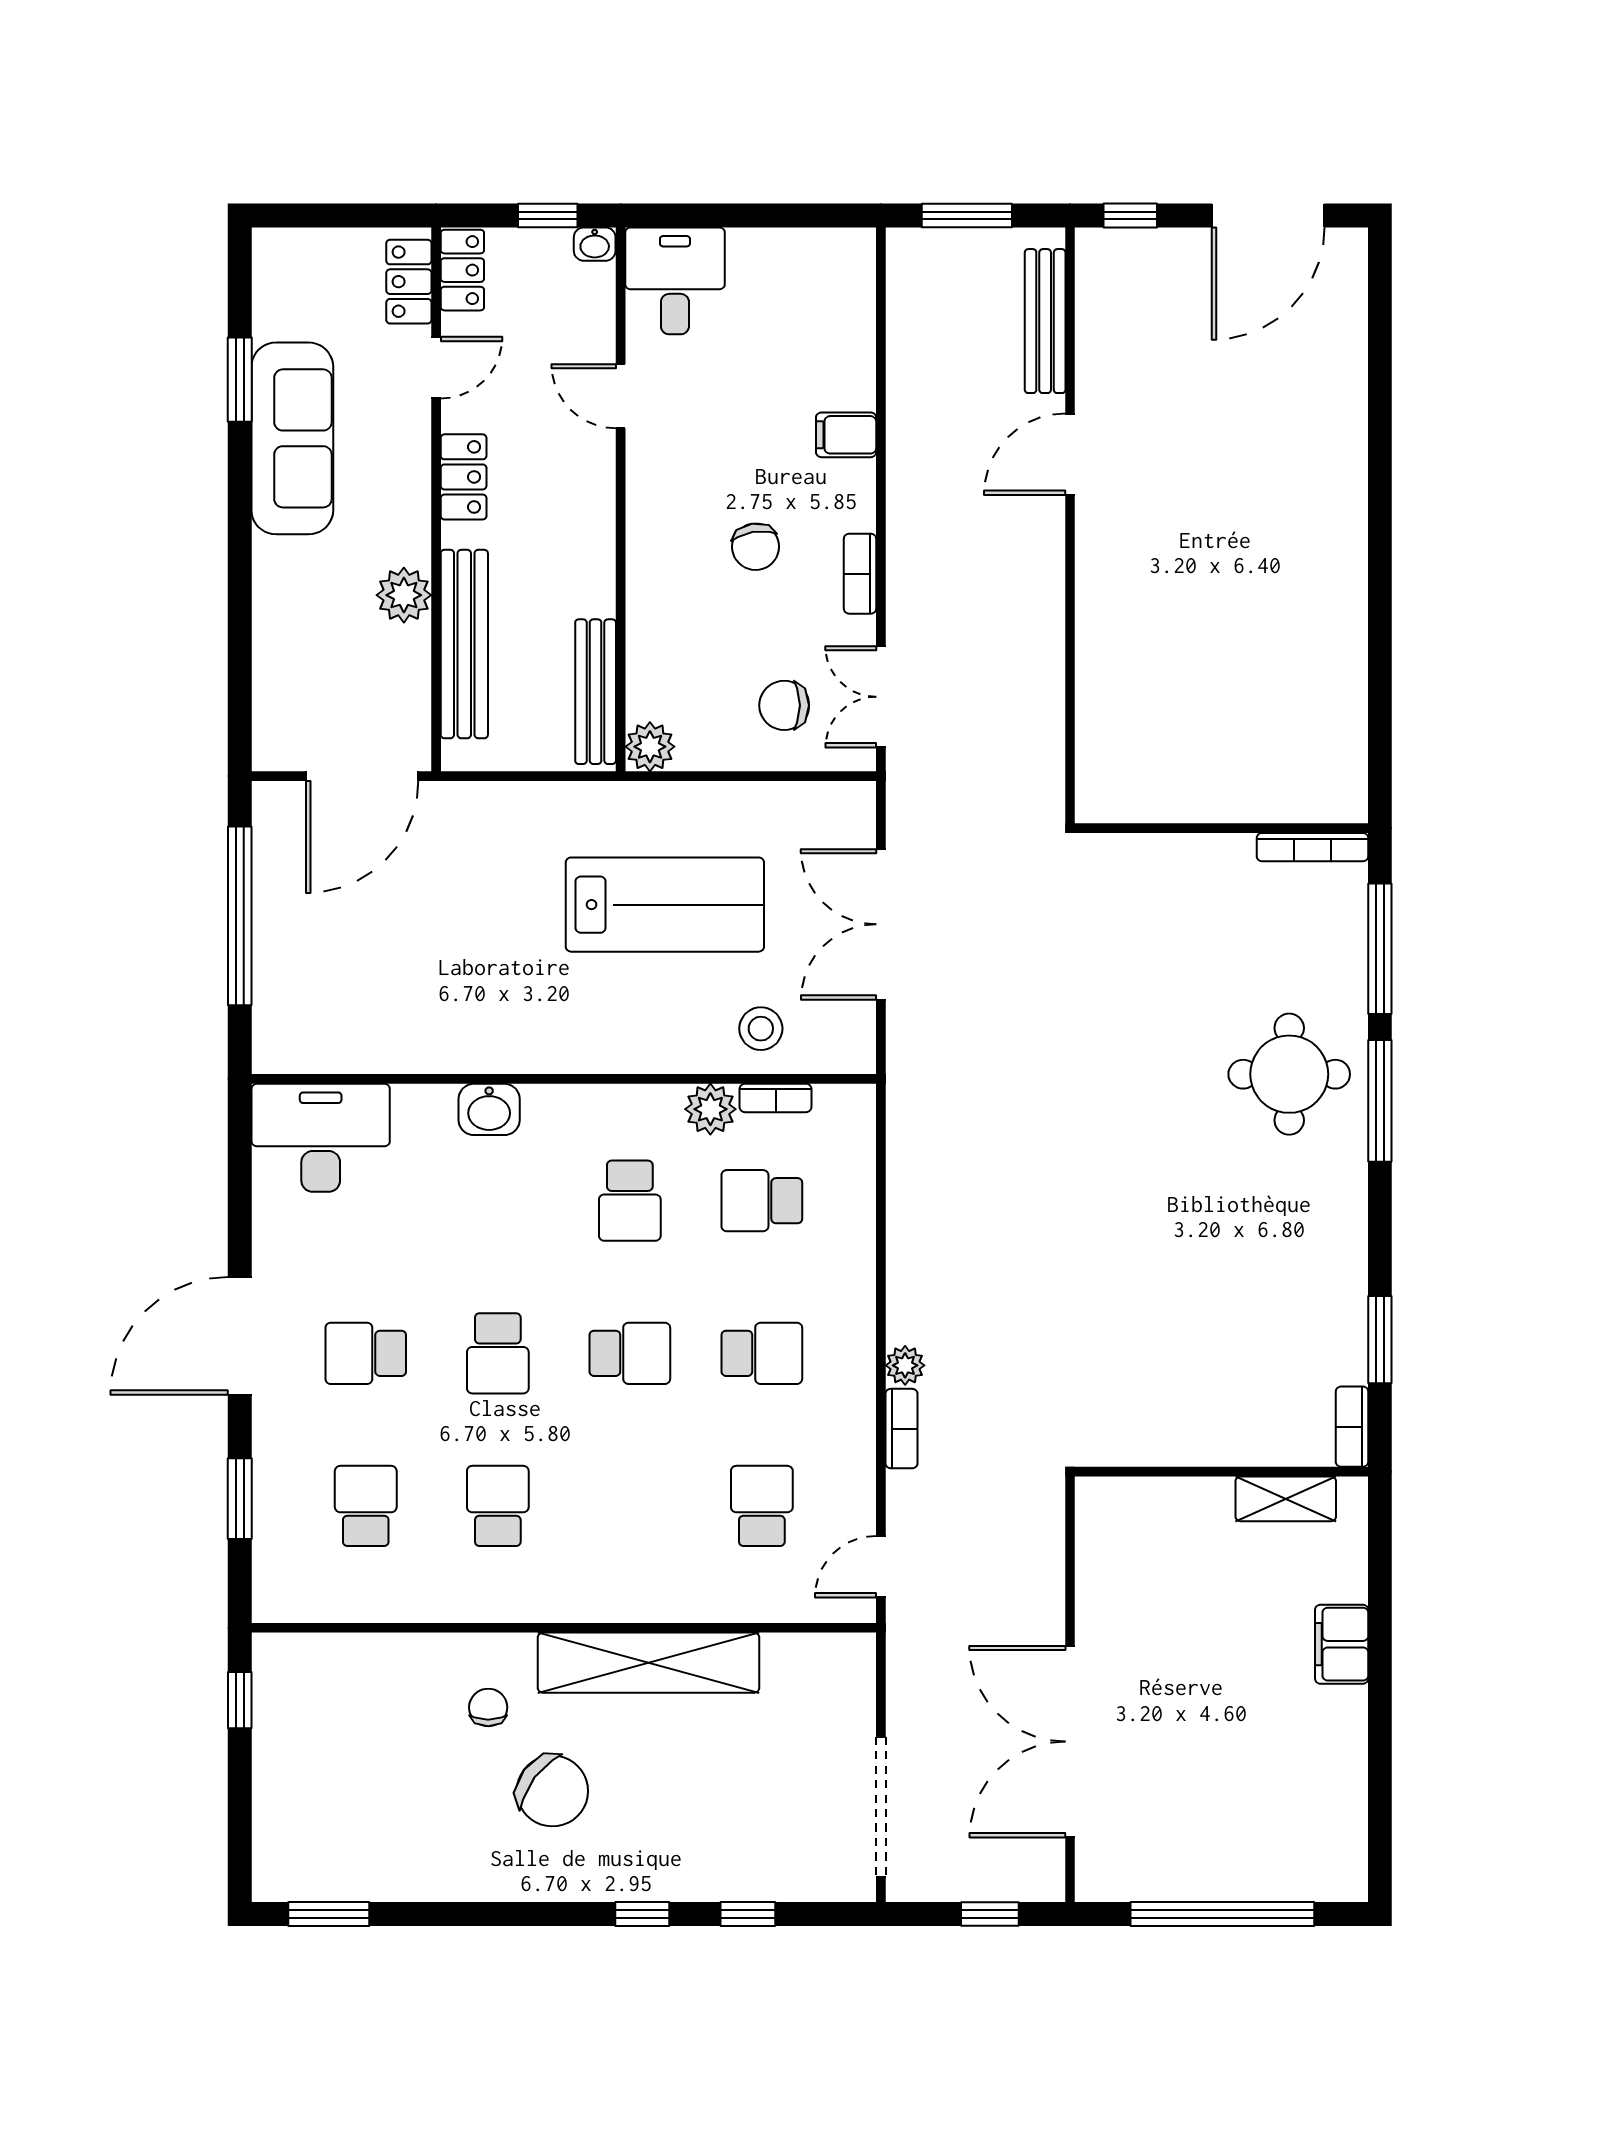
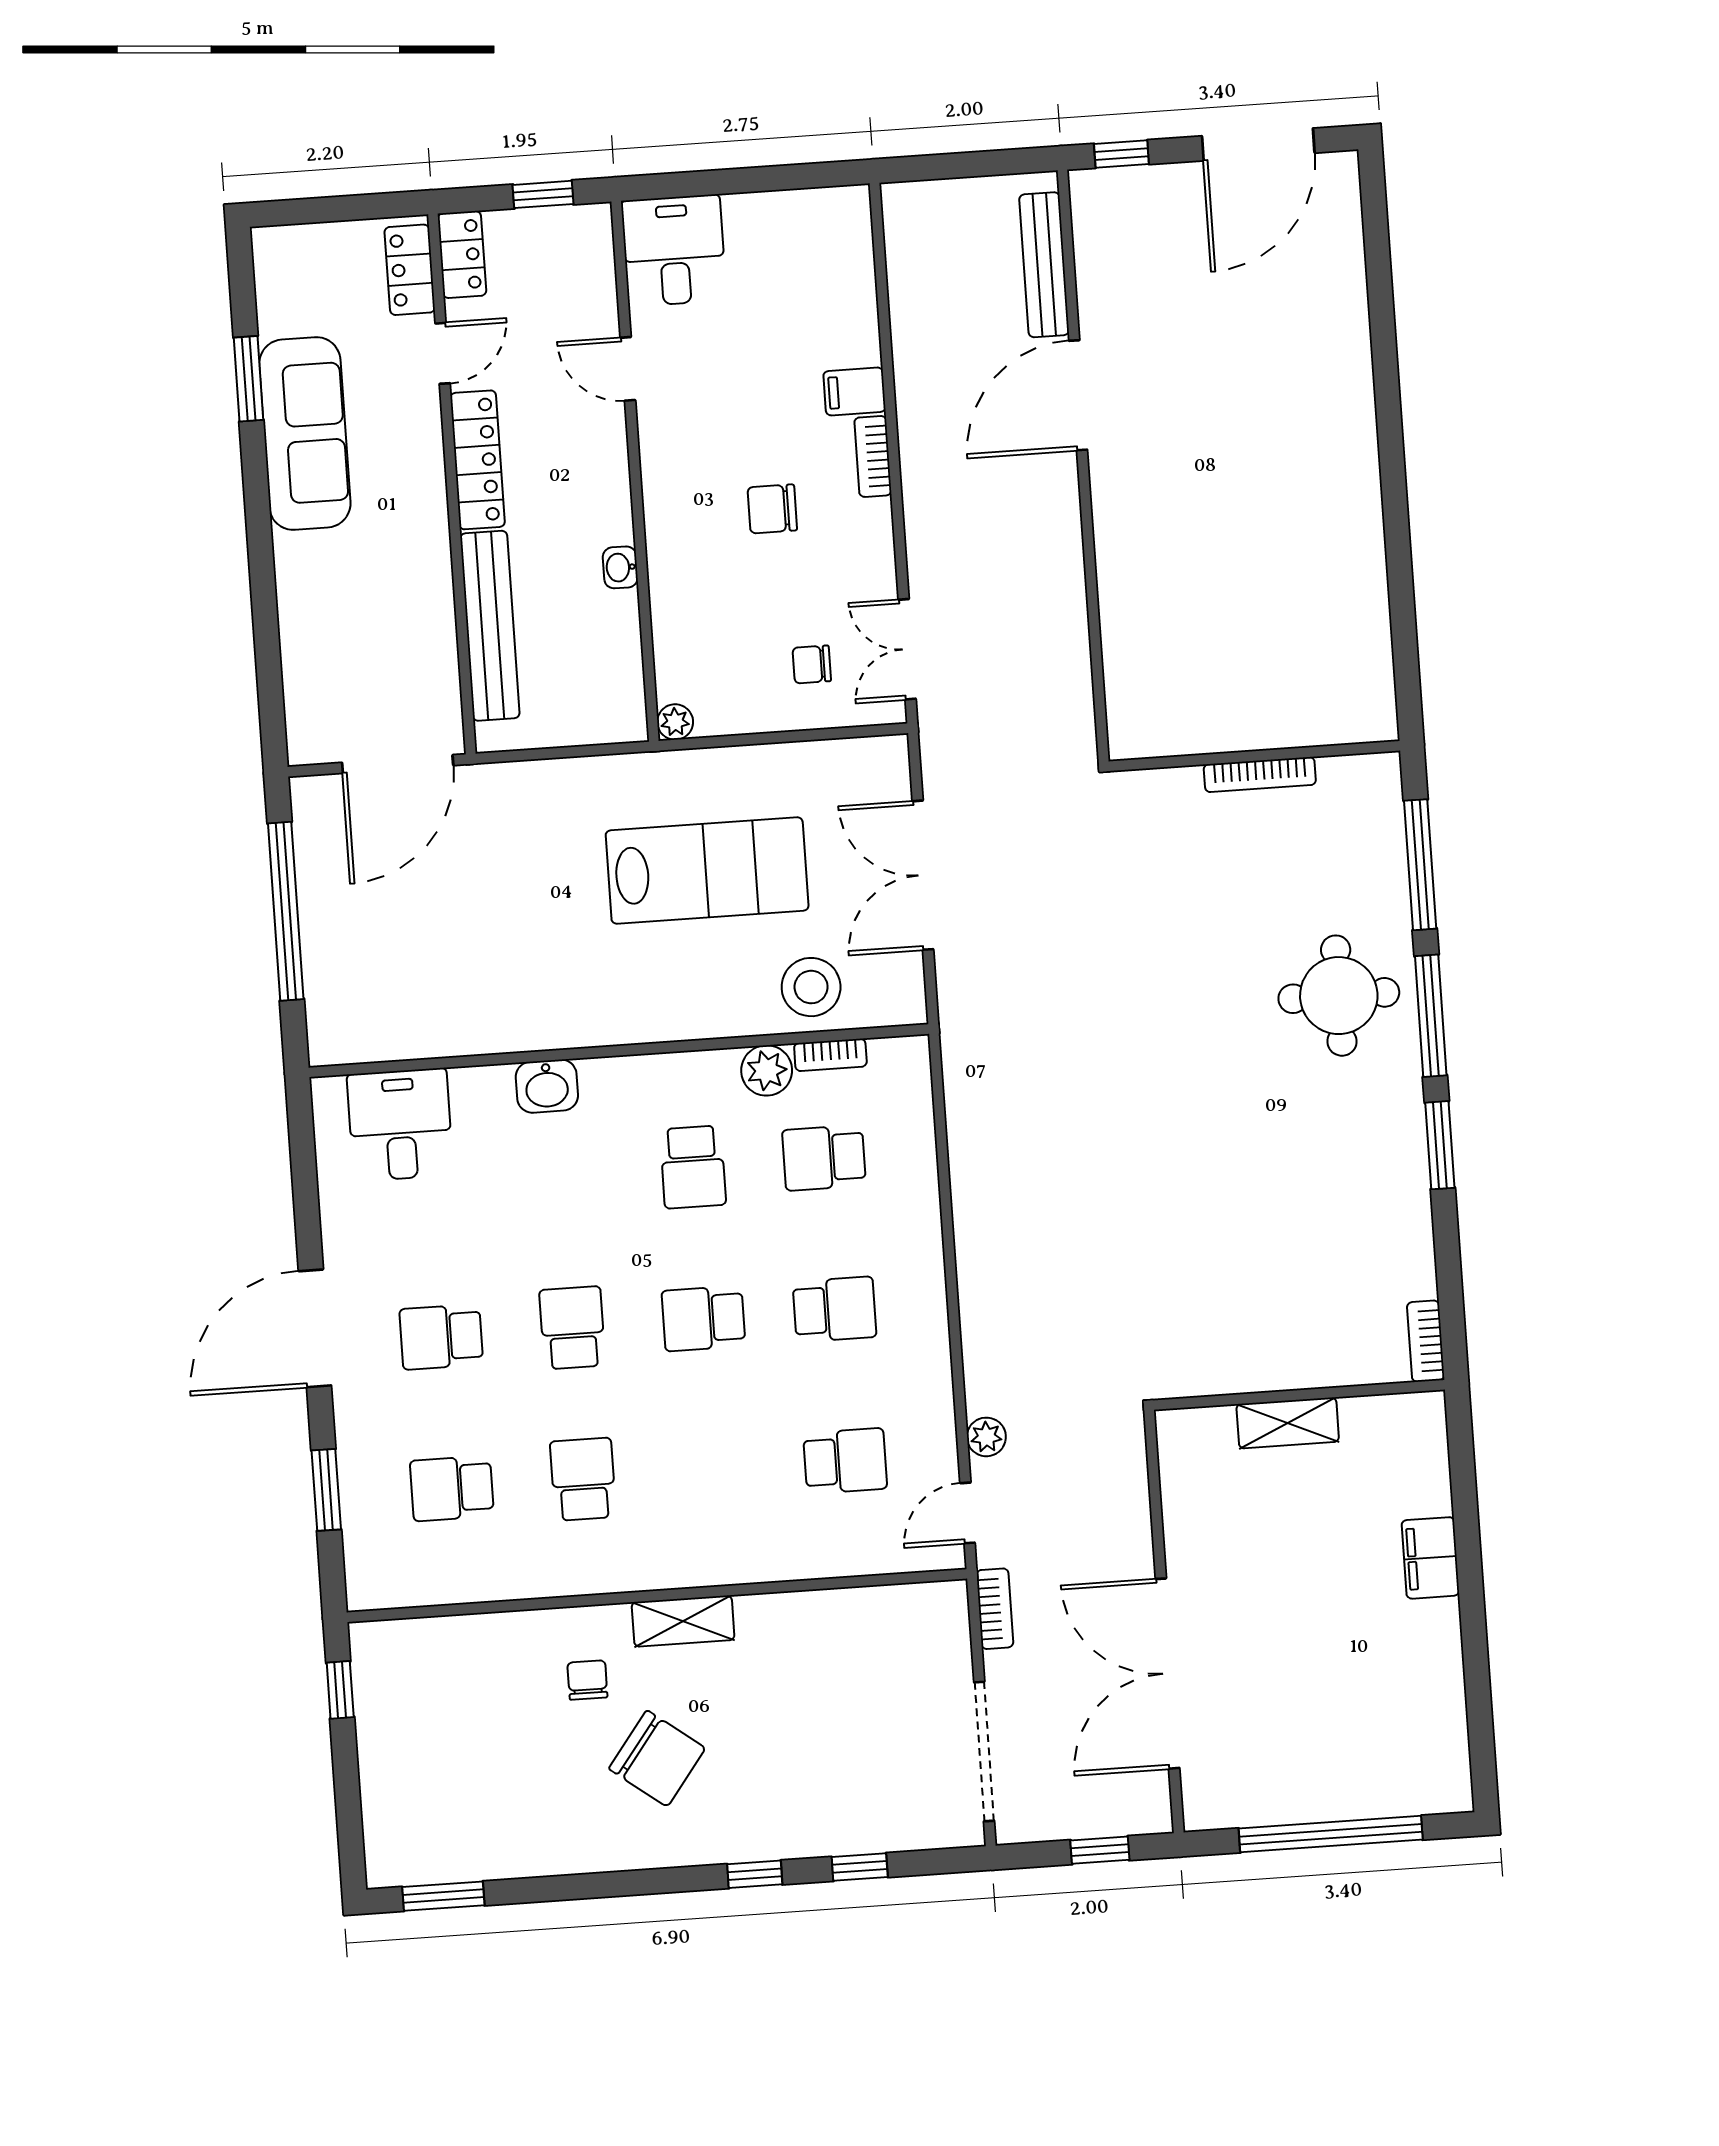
window: (967, 215) -> (959, 165), removed
washbasin: (595, 244) -> (620, 567), moved, turned 90
door: (1070, 454) -> (1078, 395), width x1.36
locker: (464, 477) -> (478, 460), width x1.53
chair: (756, 547) -> (772, 509), turned 99
bookcase: (860, 574) -> (873, 456), moved
plant: (404, 595) -> (426, 581), removed
bench: (596, 692) -> (624, 664), removed
chair: (784, 705) -> (812, 664), width x0.73, depth x0.73
plant: (650, 747) -> (675, 722), width x0.73, depth x0.73
bookcase: (1312, 847) -> (1260, 775), moved
stool: (761, 1029) -> (811, 987), width x1.38, depth x1.38
desk: (321, 1138) -> (400, 1125), width x0.73
window: (1380, 1340) -> (1440, 1145), moved
school desk: (498, 1353) -> (572, 1328), turned 180
school desk: (630, 1353) -> (703, 1319), turned 180
plant: (905, 1365) -> (986, 1437), moved
bookcase: (901, 1429) -> (995, 1609), moved
shelving: (1286, 1499) -> (1288, 1423), moved
school desk: (366, 1506) -> (452, 1488), turned -90
school desk: (762, 1506) -> (845, 1461), turned 90
shelving: (648, 1663) -> (683, 1621), width x0.45, depth x0.75

